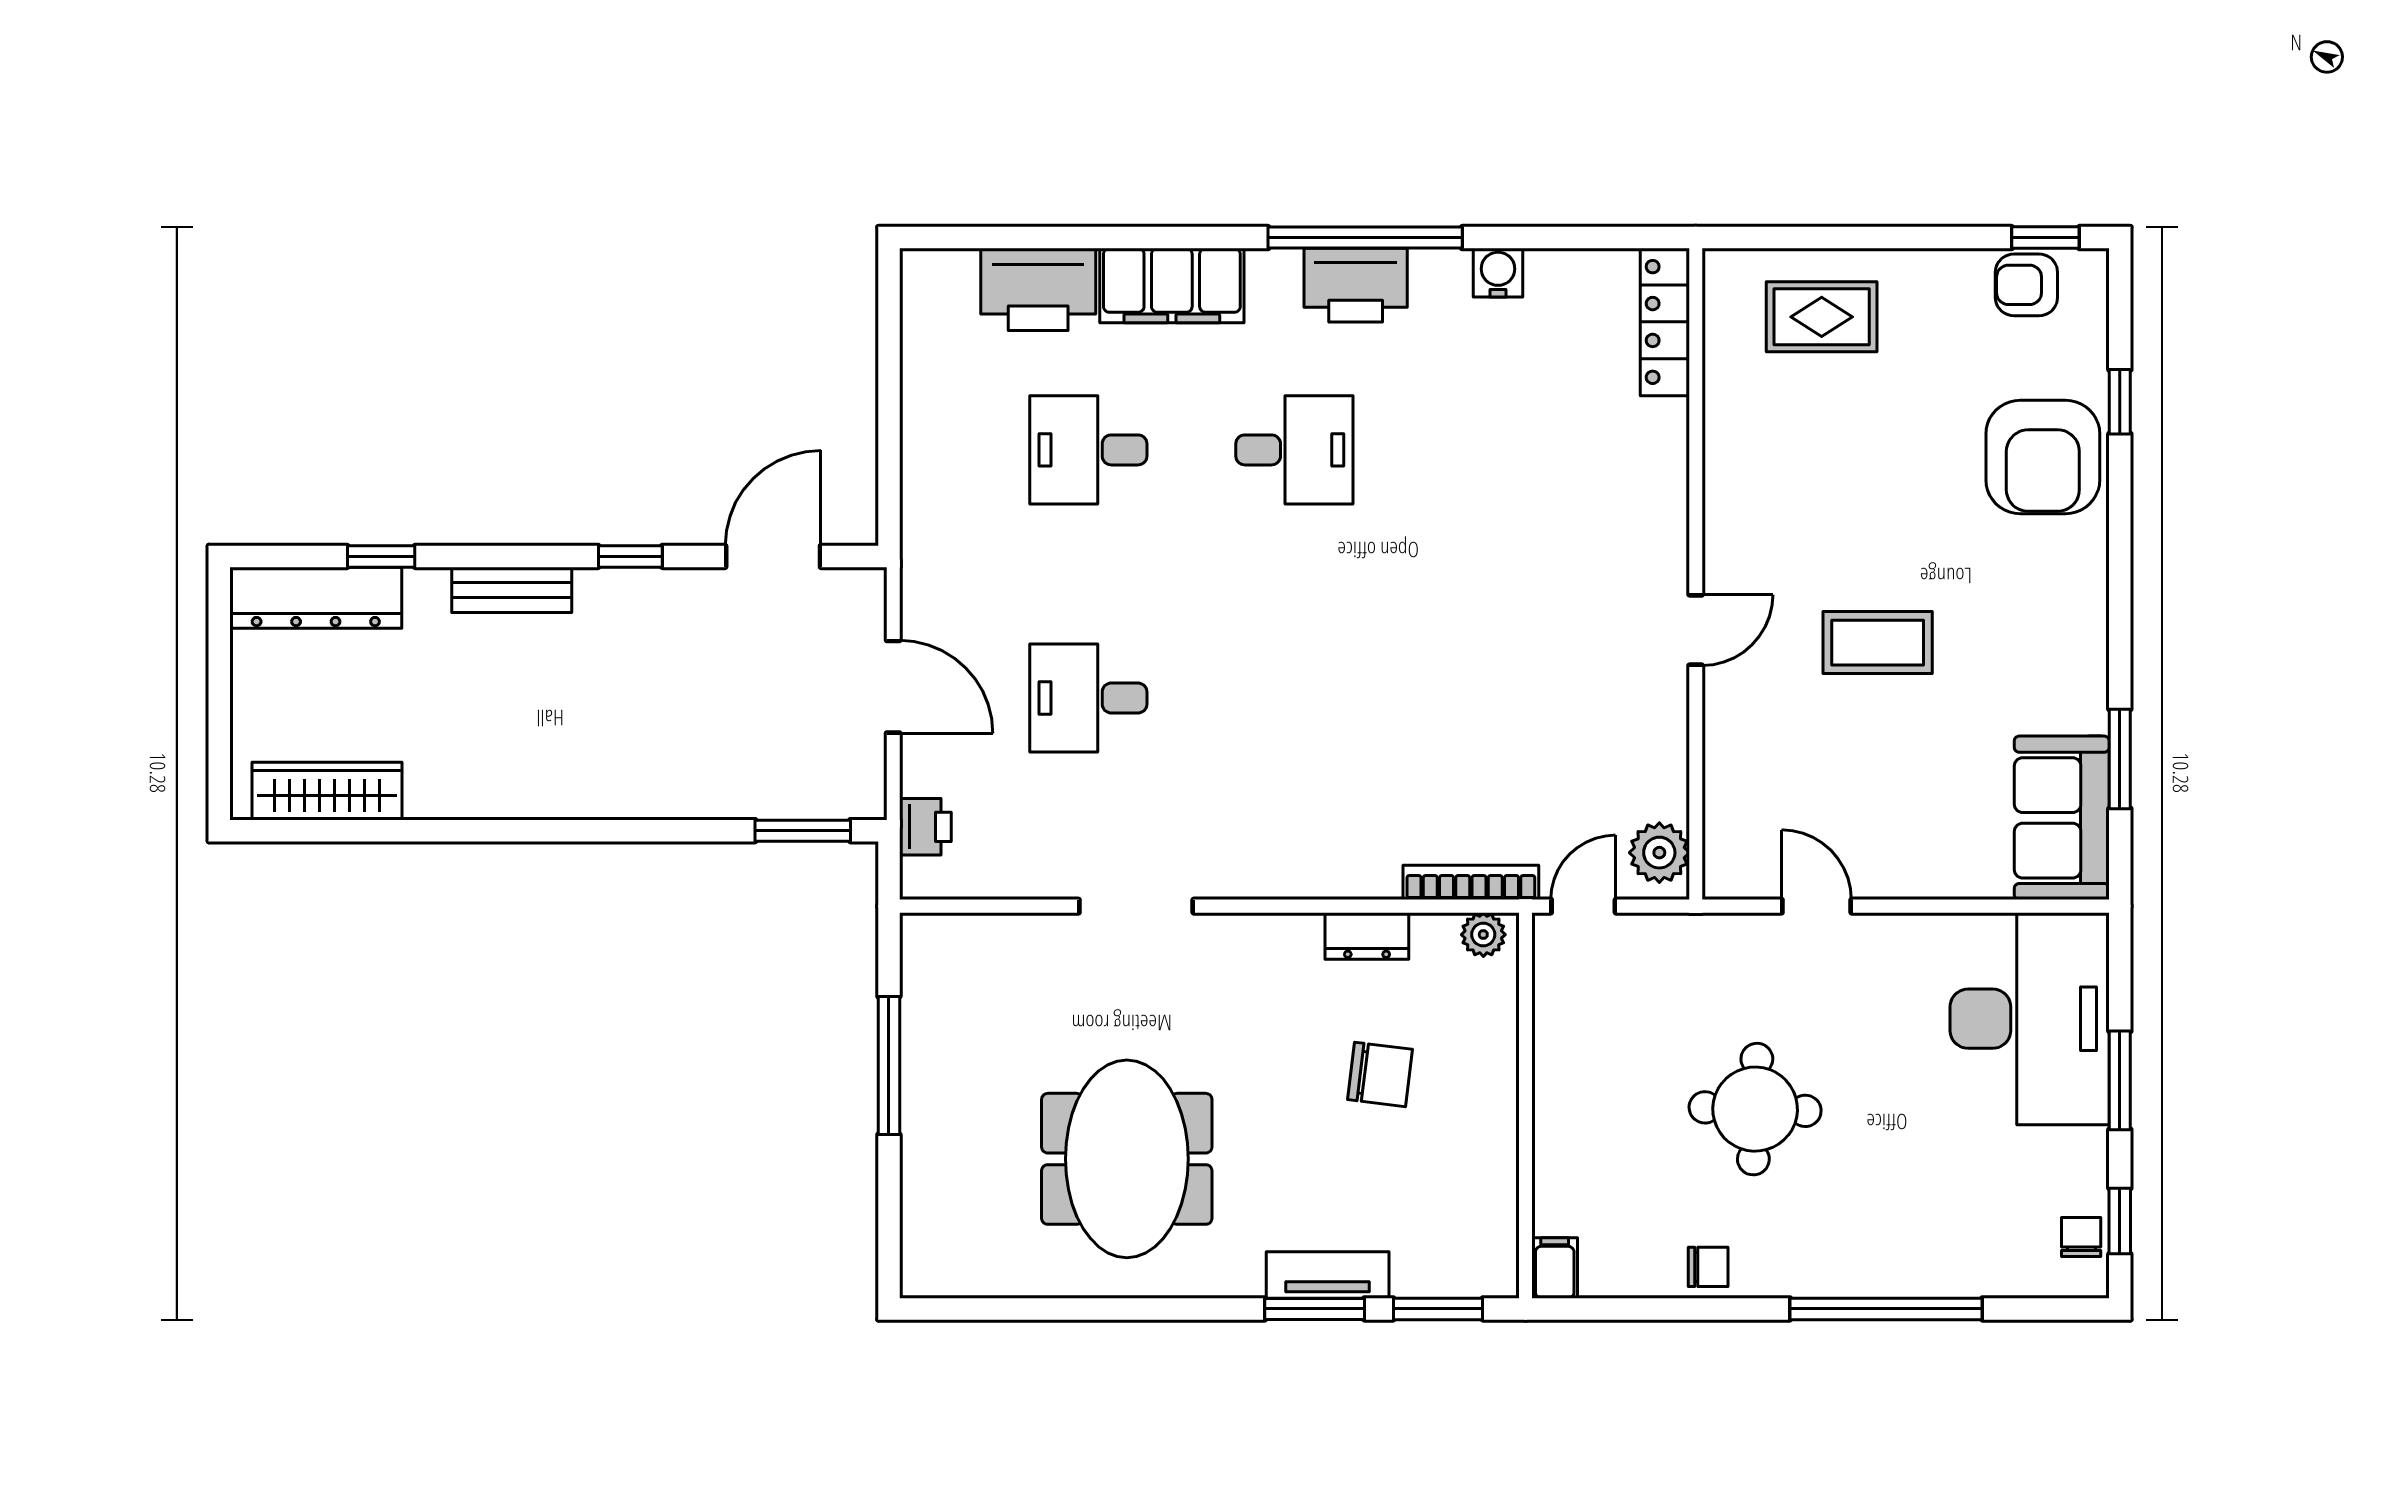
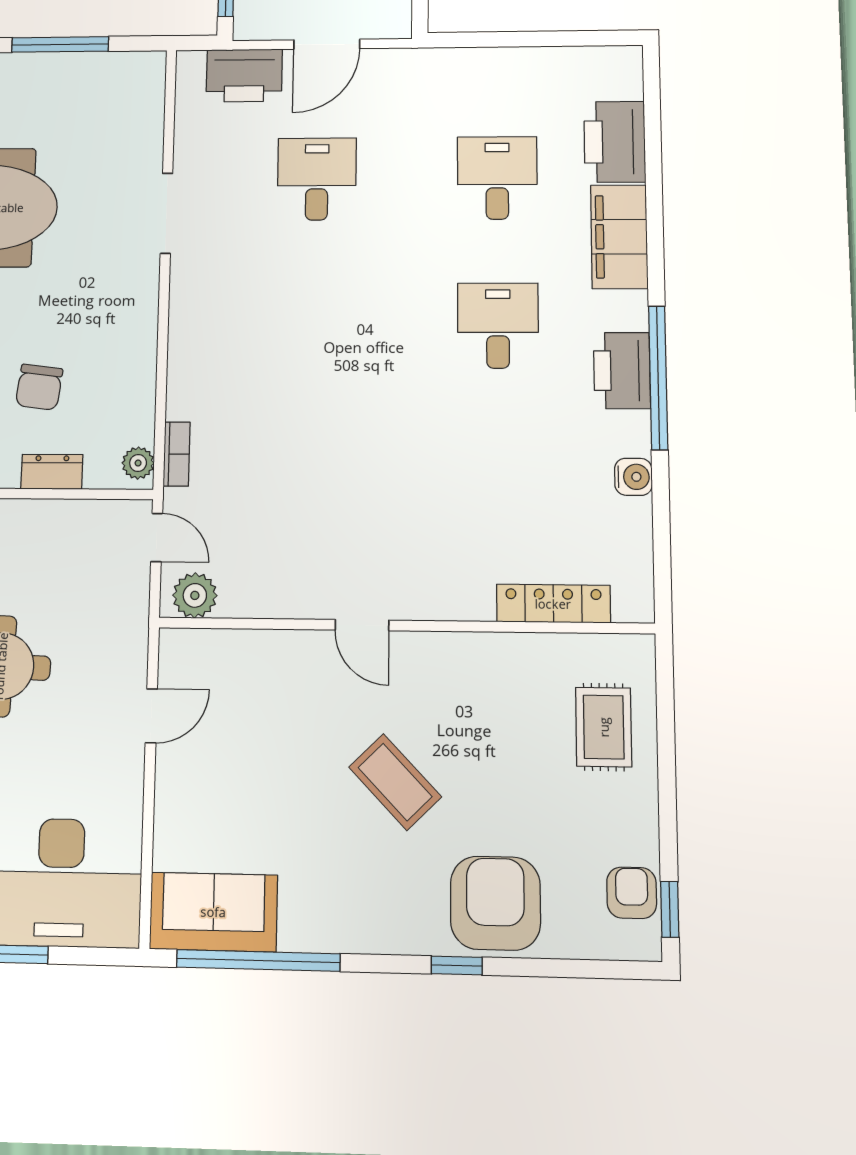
locker: (1665, 322) -> (553, 604), moved
window: (2120, 402) -> (457, 966), moved
desk: (1294, 450) -> (498, 326), turned 180
armchair: (2043, 457) -> (495, 903), turned 90
coffee table: (1878, 643) -> (395, 782), moved, turned -44
window: (2120, 759) -> (258, 960), width x2.11
printer: (925, 827) -> (244, 75), width x1.87, depth x1.48
bookcase: (1471, 882) -> (177, 454), width x0.64
dresser: (1367, 936) -> (52, 472), moved, turned 90

